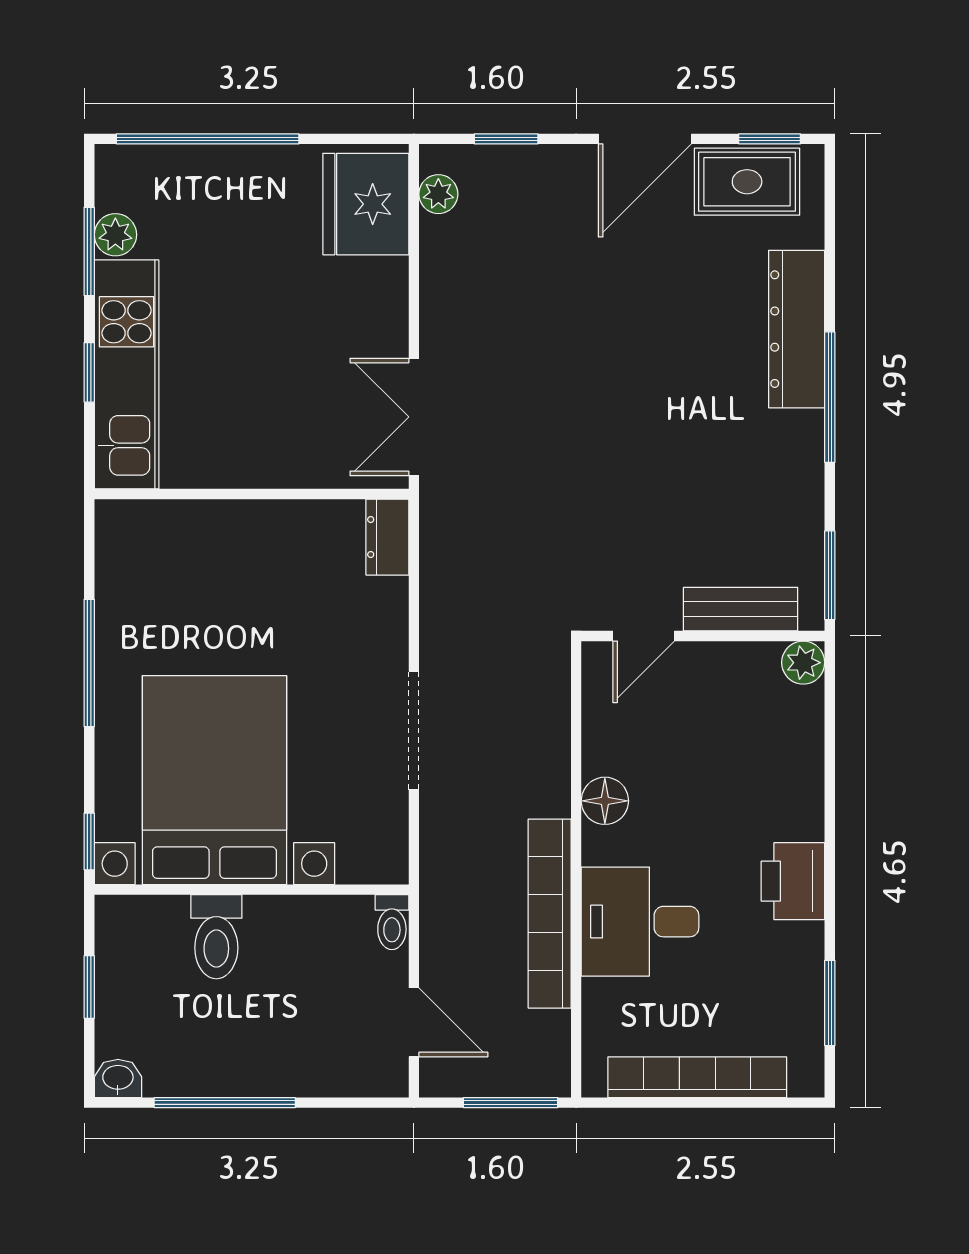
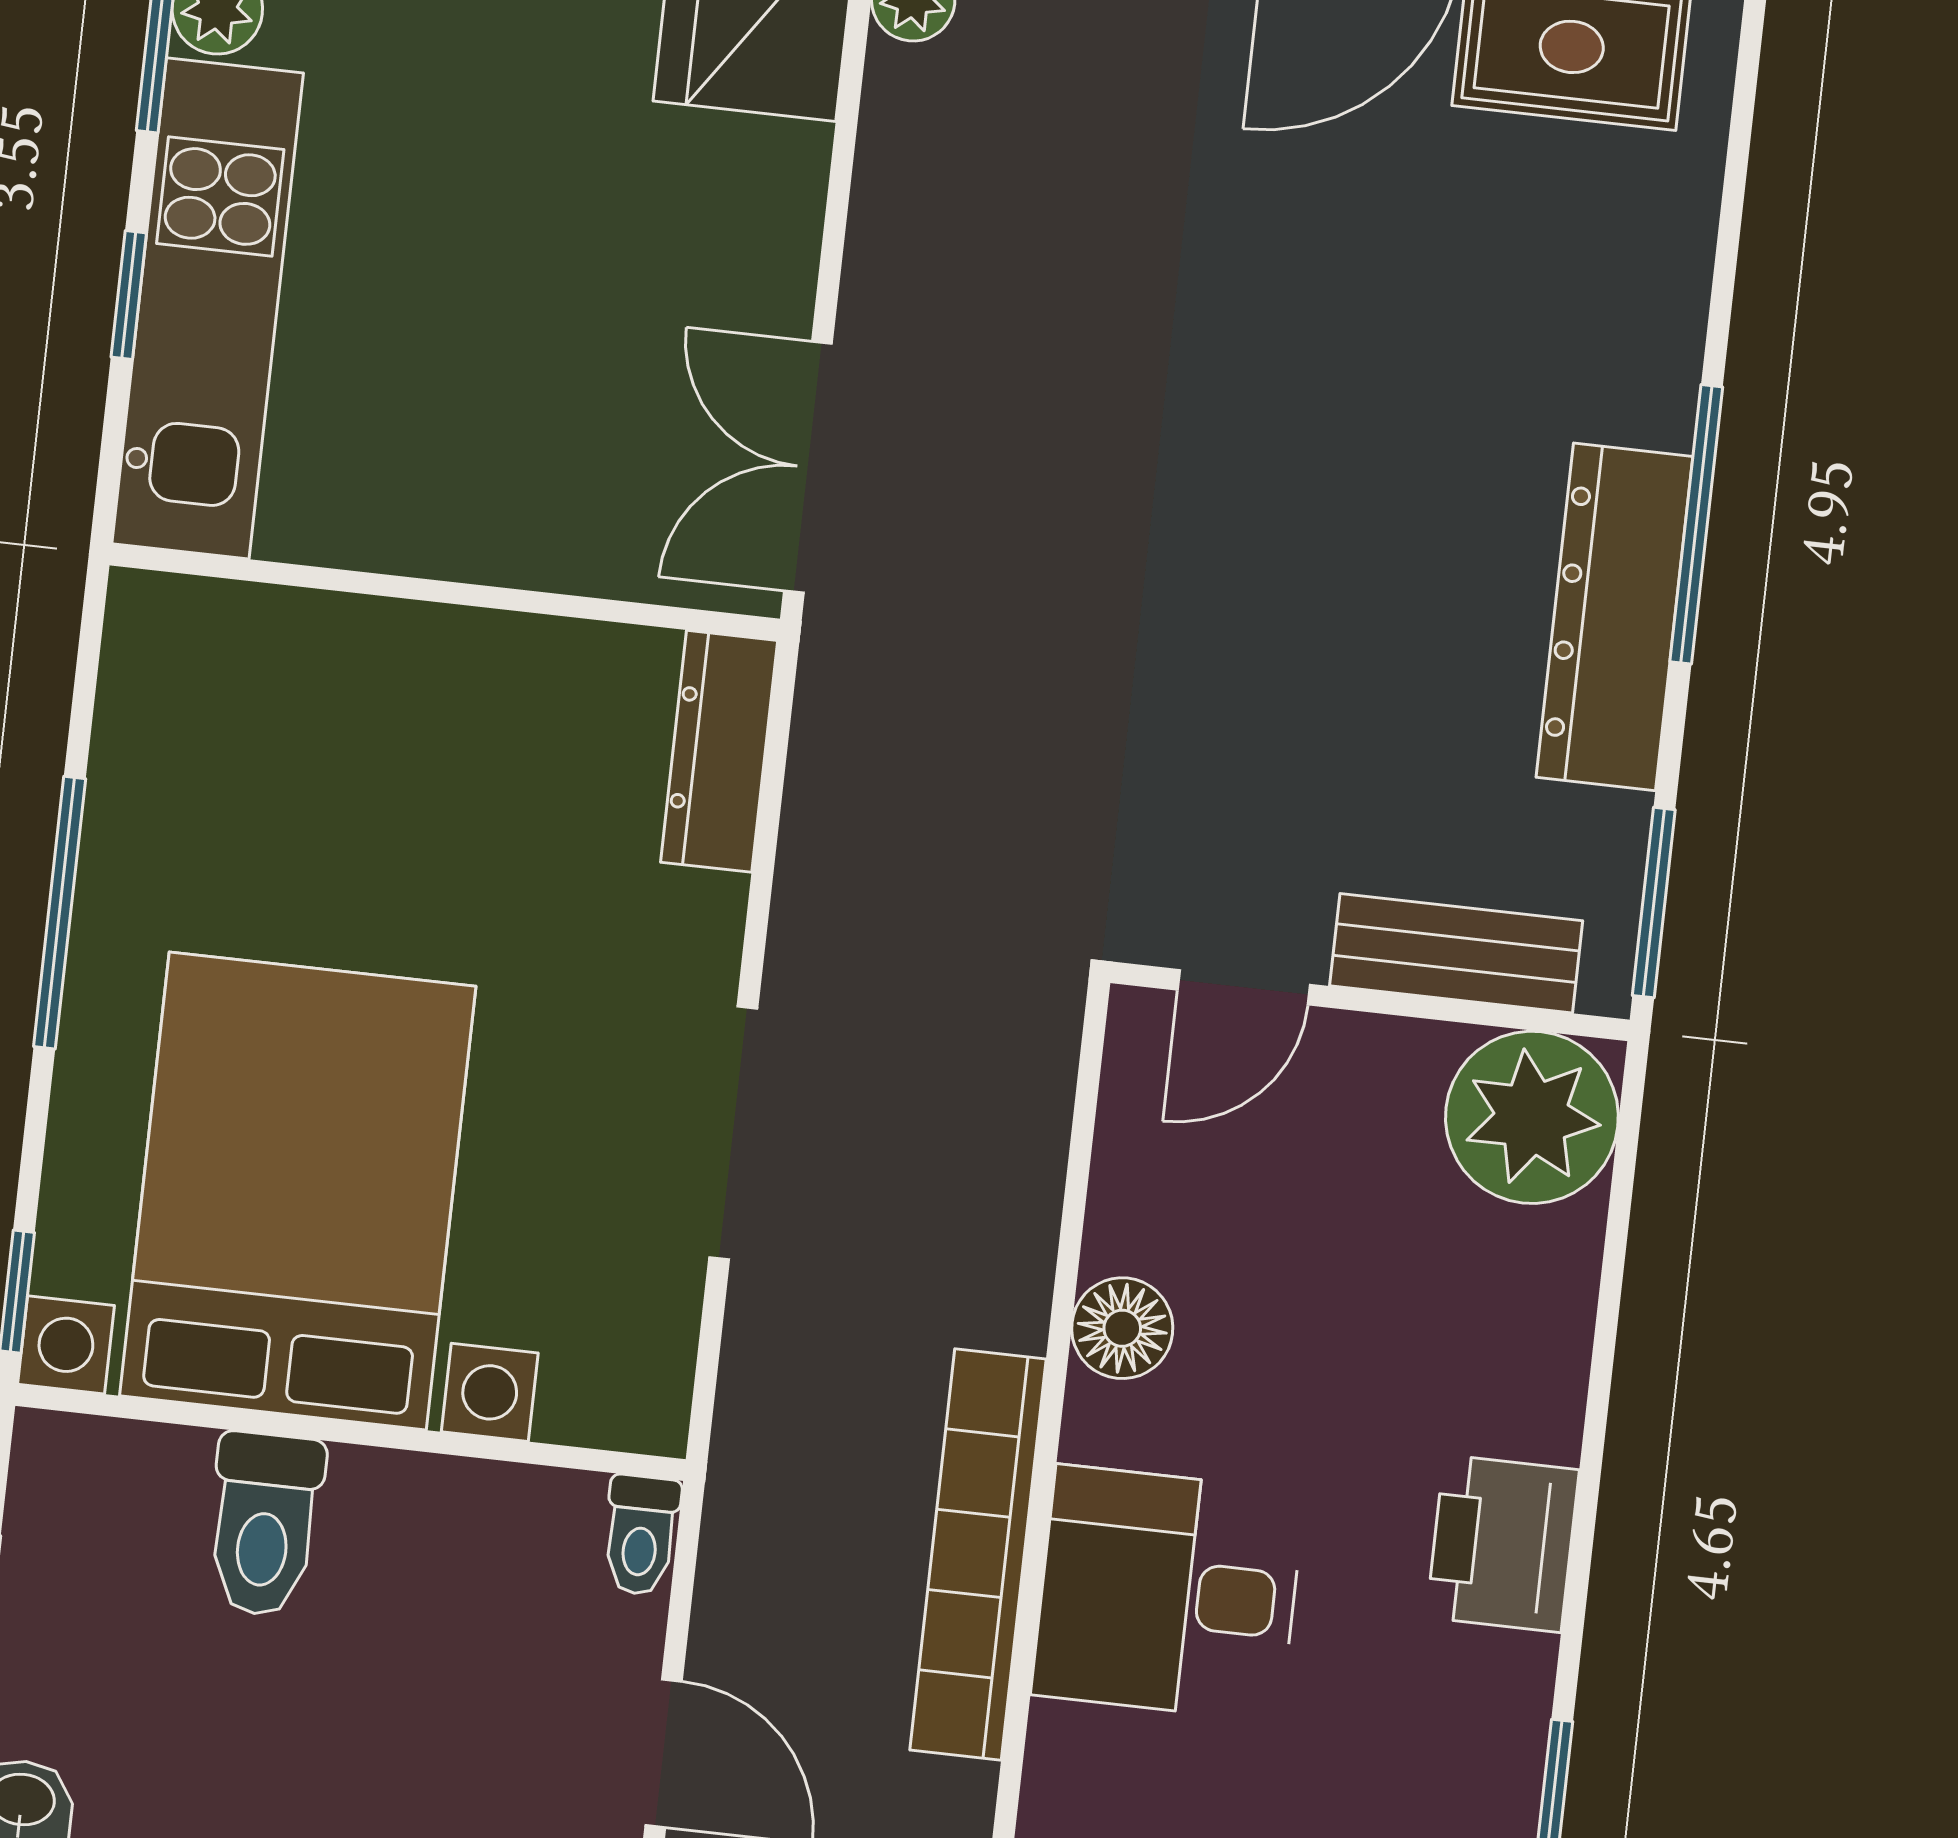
dresser: (797, 329) -> (1615, 617), moved
dresser: (387, 537) -> (719, 751), width x1.44
plant: (803, 663) -> (1532, 1117), width x1.87, depth x1.87

